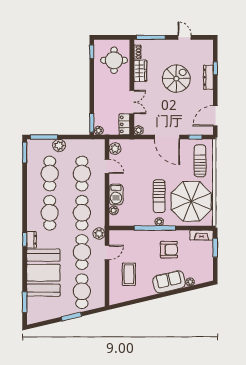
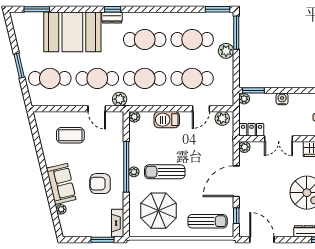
water cooler: (99, 99) -> (282, 99), added
parasol: (191, 201) -> (159, 211), width x0.73, depth x0.73
plant: (114, 210) -> (134, 117), moved
armchair: (169, 250) -> (100, 184), turned 90

